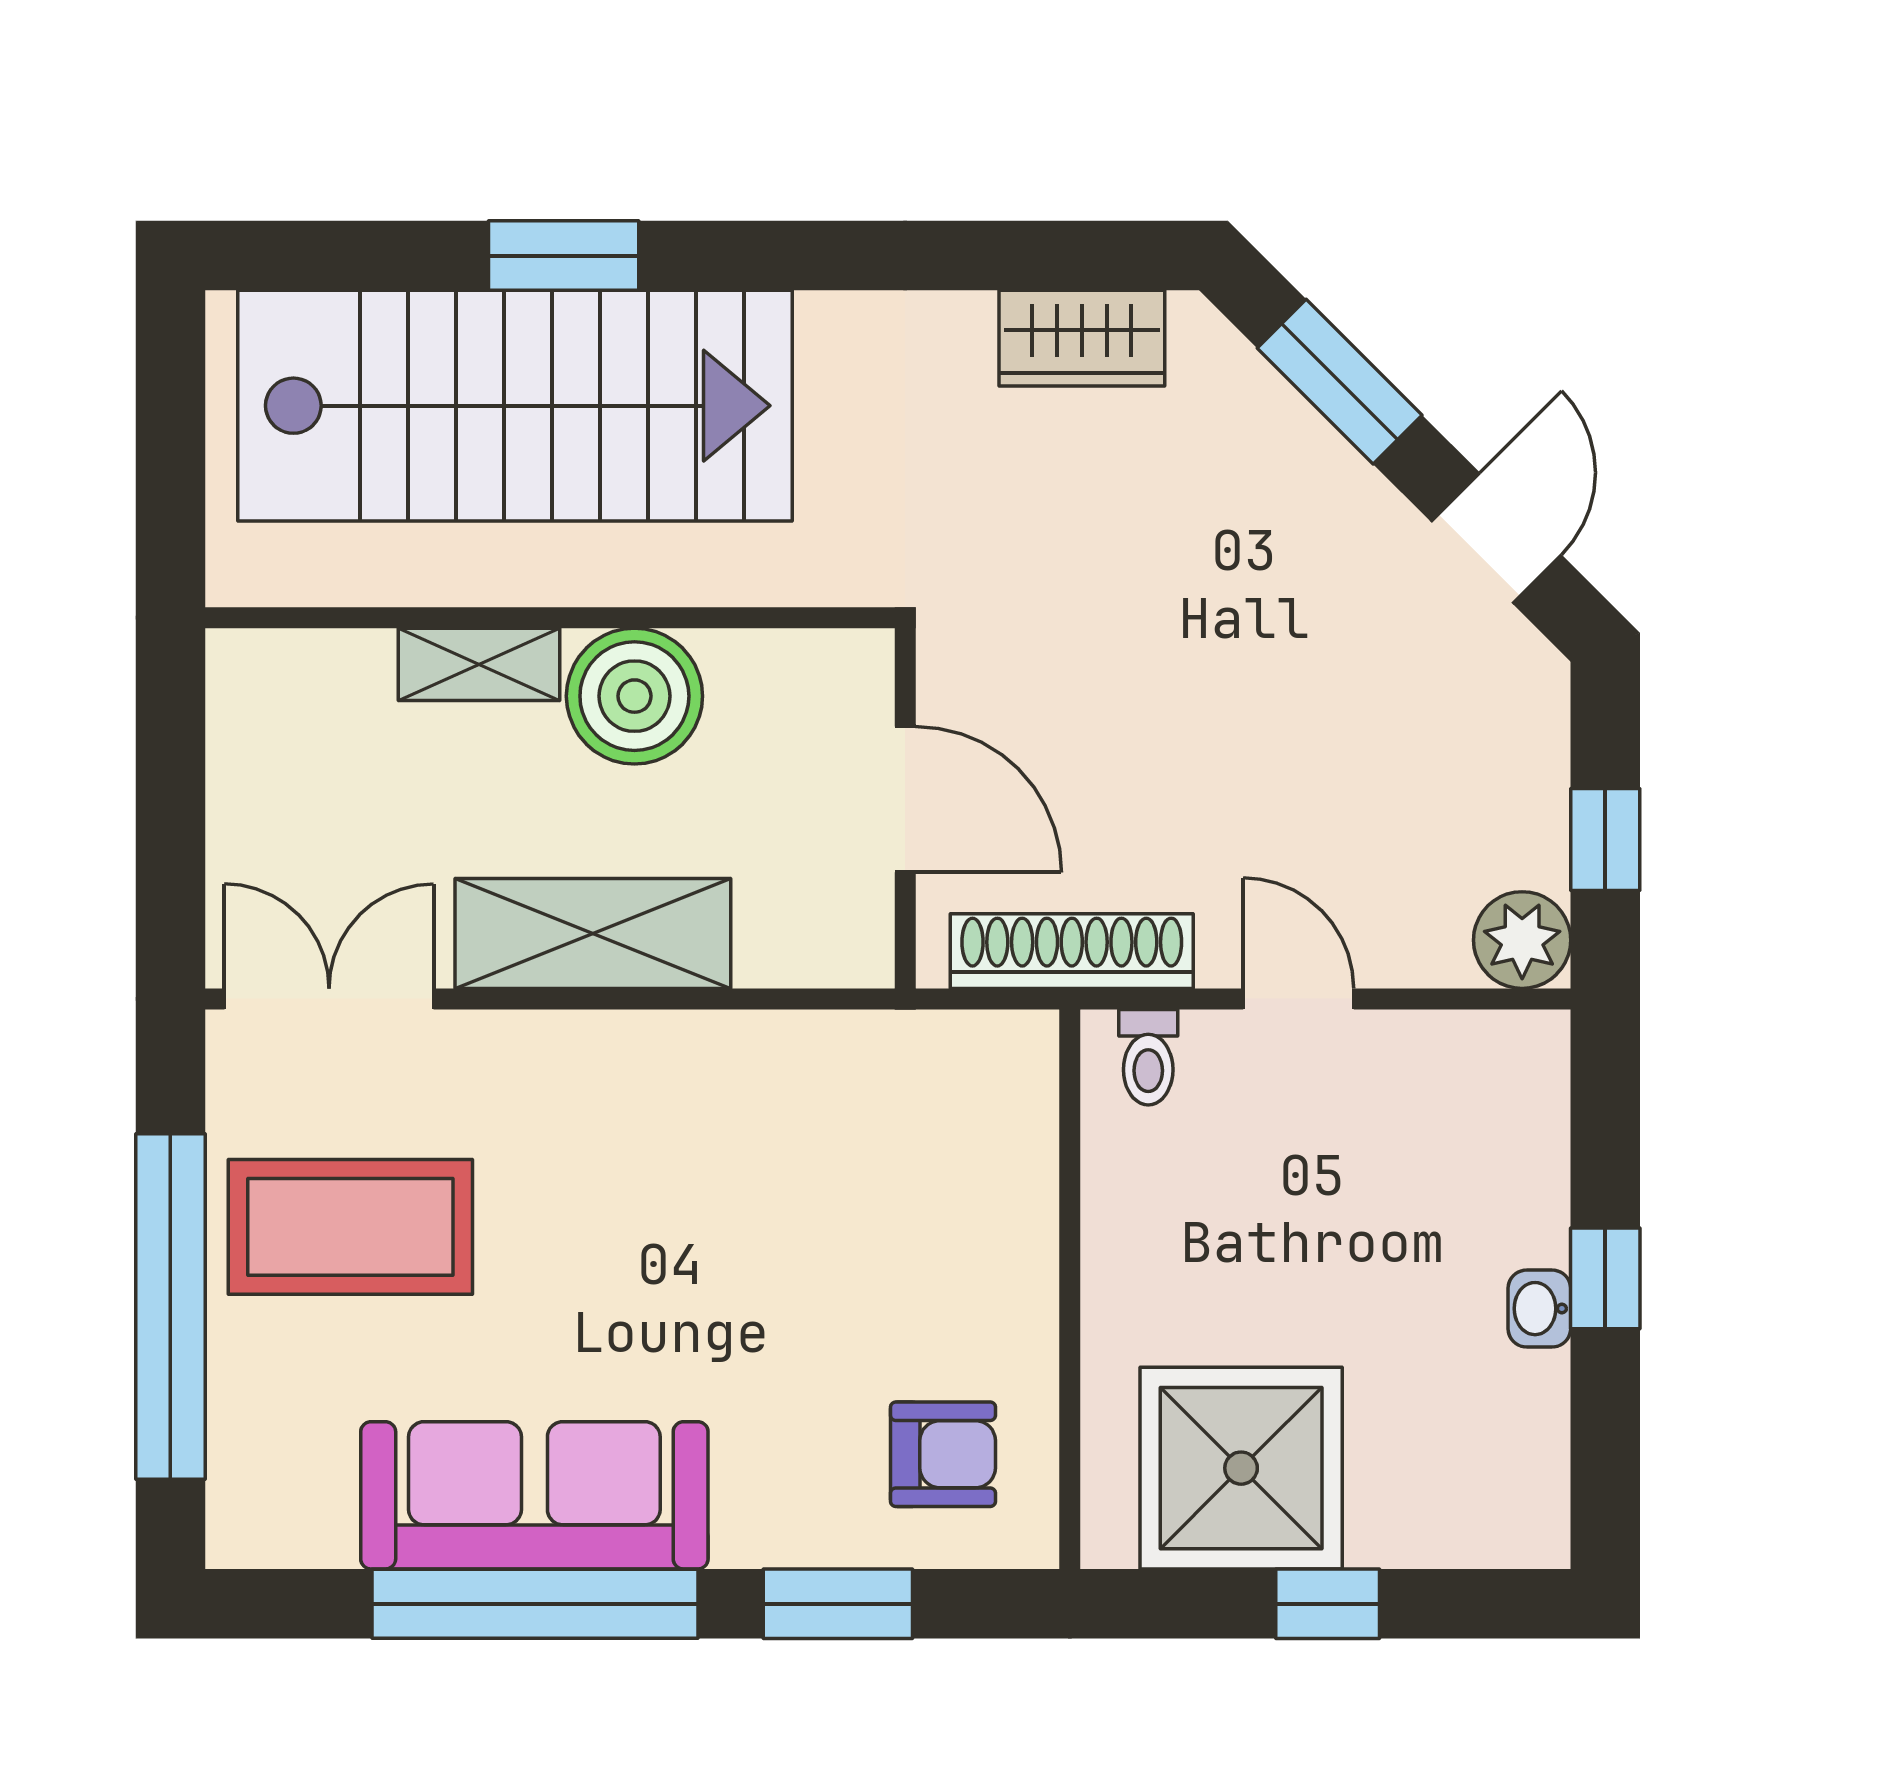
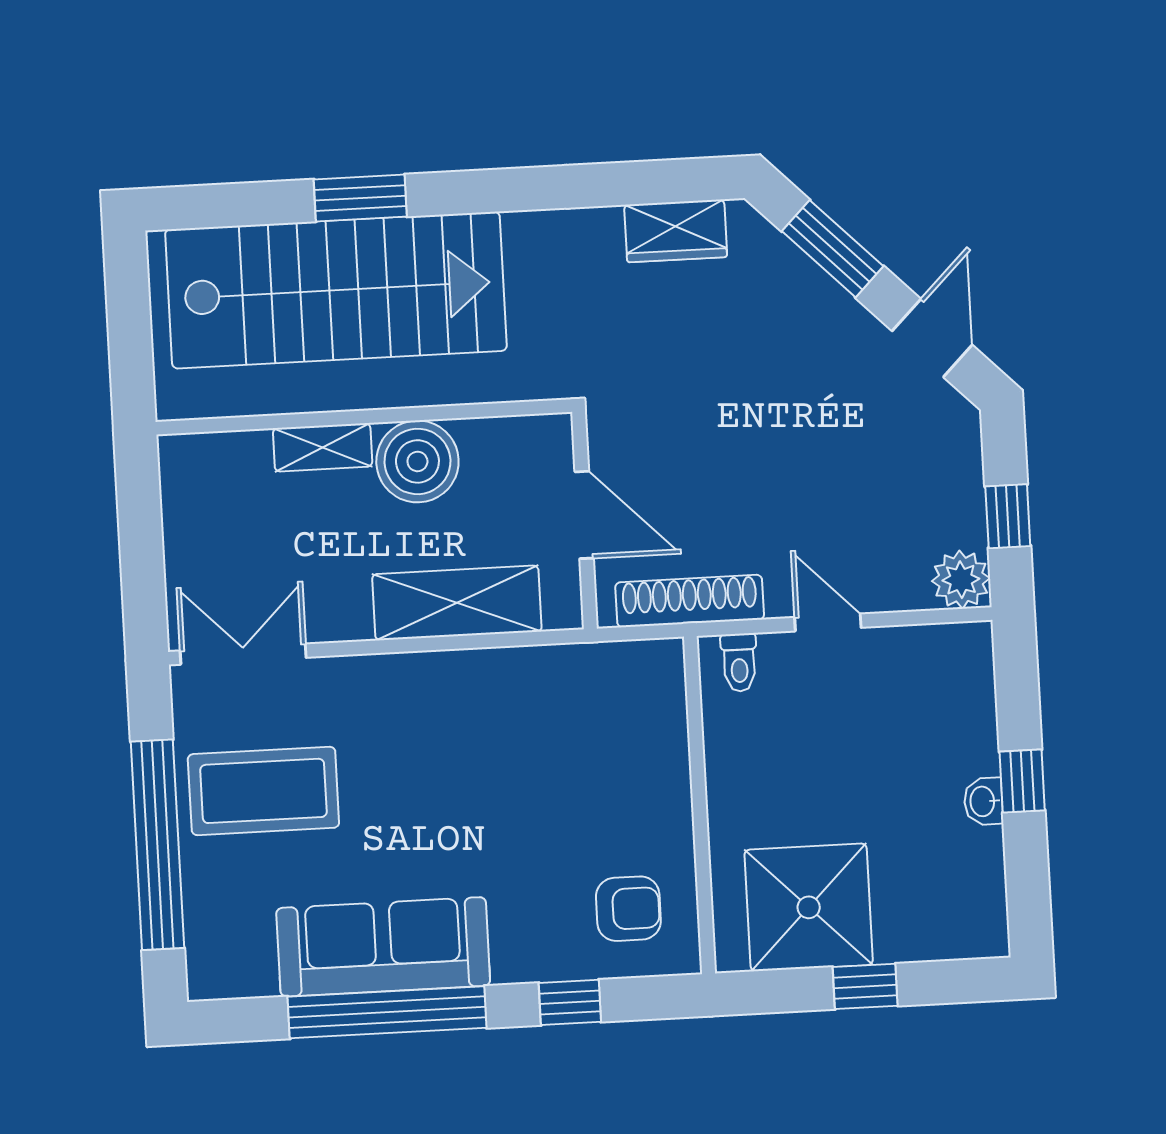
shelving: (593, 933) -> (457, 603), moved
window: (838, 1604) -> (570, 1002), width x0.67

